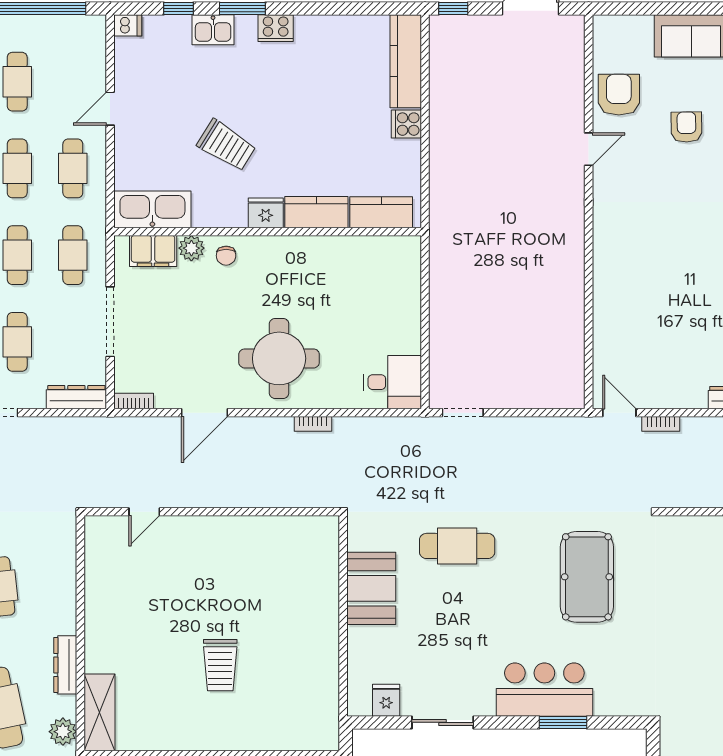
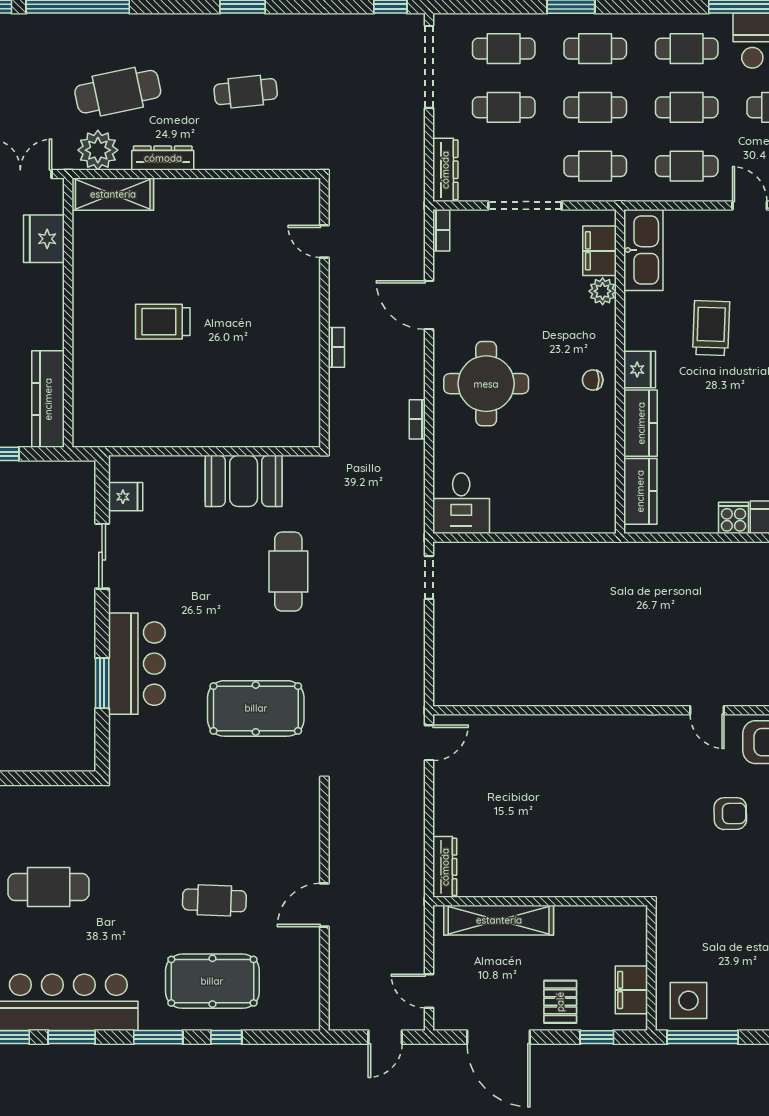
trolley: (226, 145) -> (711, 328), turned 150
chair: (226, 256) -> (593, 380), moved
bookcase: (661, 424) -> (336, 347), moved, turned 180
plant: (63, 732) -> (98, 150), width x1.36, depth x1.36

